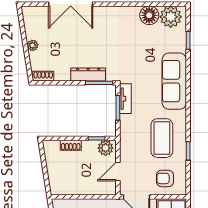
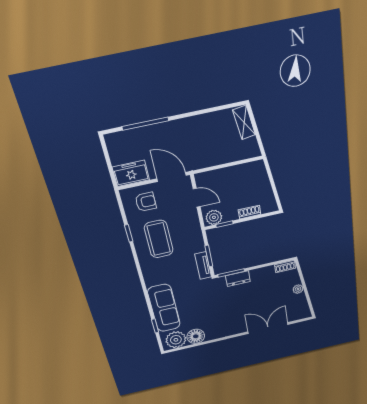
dresser: (88, 74) -> (238, 279), width x0.70
sofa: (174, 81) -> (164, 308), moved
door: (118, 172) -> (197, 198), hinge flipped

